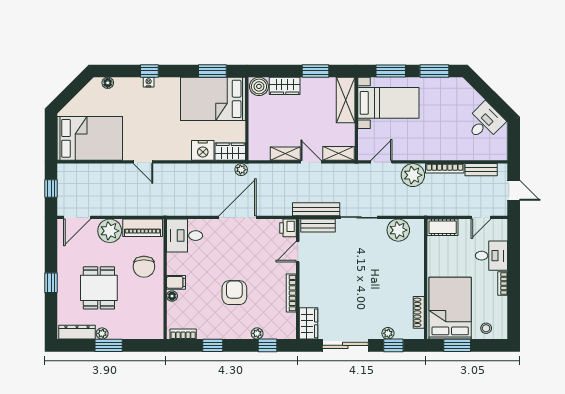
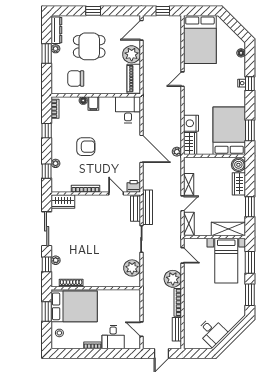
door: (77, 217) -> (141, 30), hinge flipped
cot: (443, 227) -> (134, 301), removed
chair: (144, 267) -> (76, 78), moved

